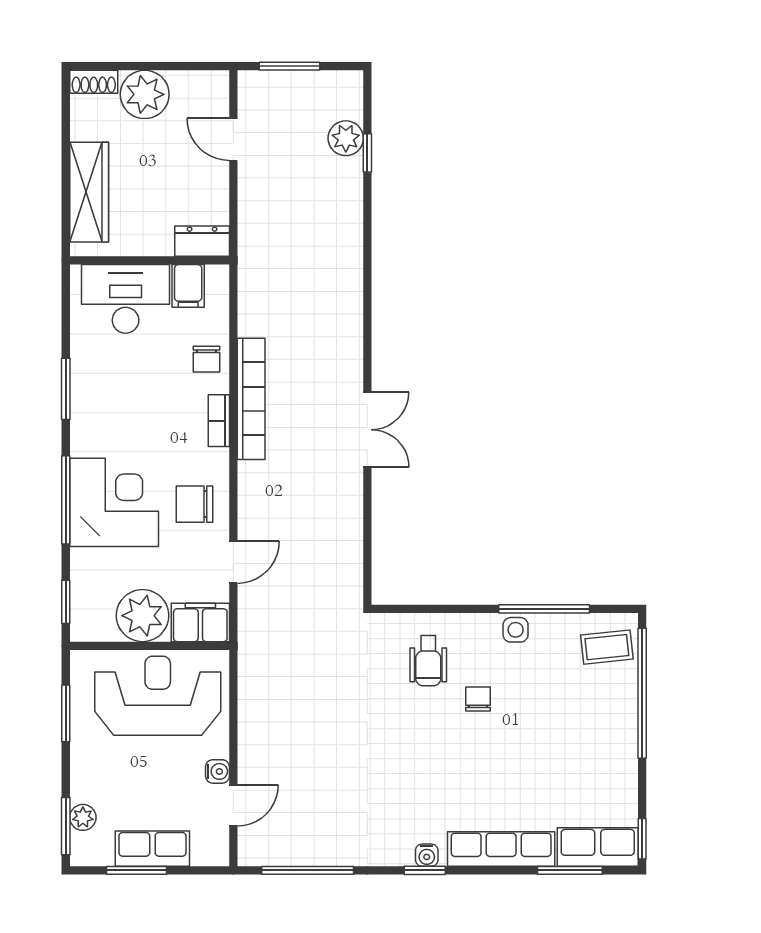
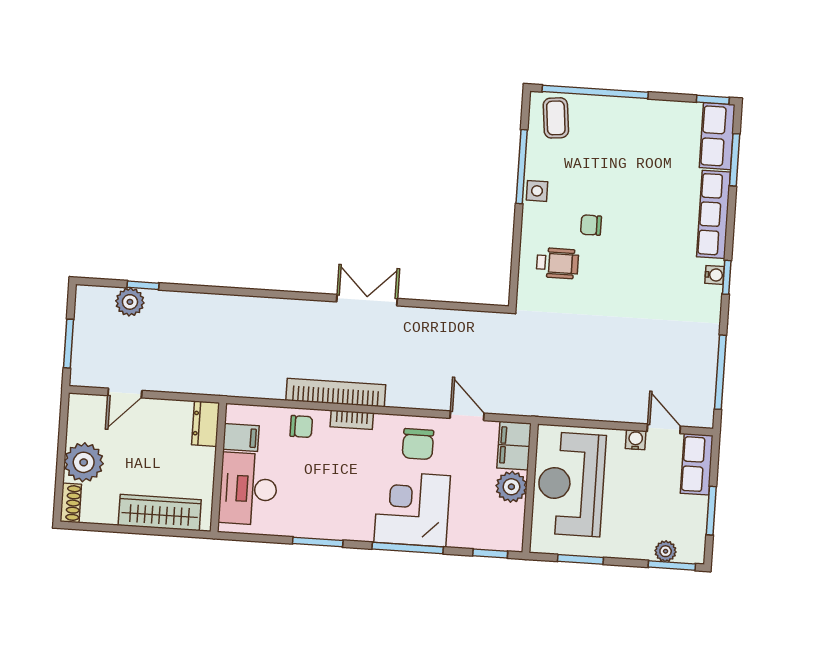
plant: (143, 616) -> (511, 487), width x0.73, depth x0.73
row of seats: (152, 849) -> (697, 464), moved

